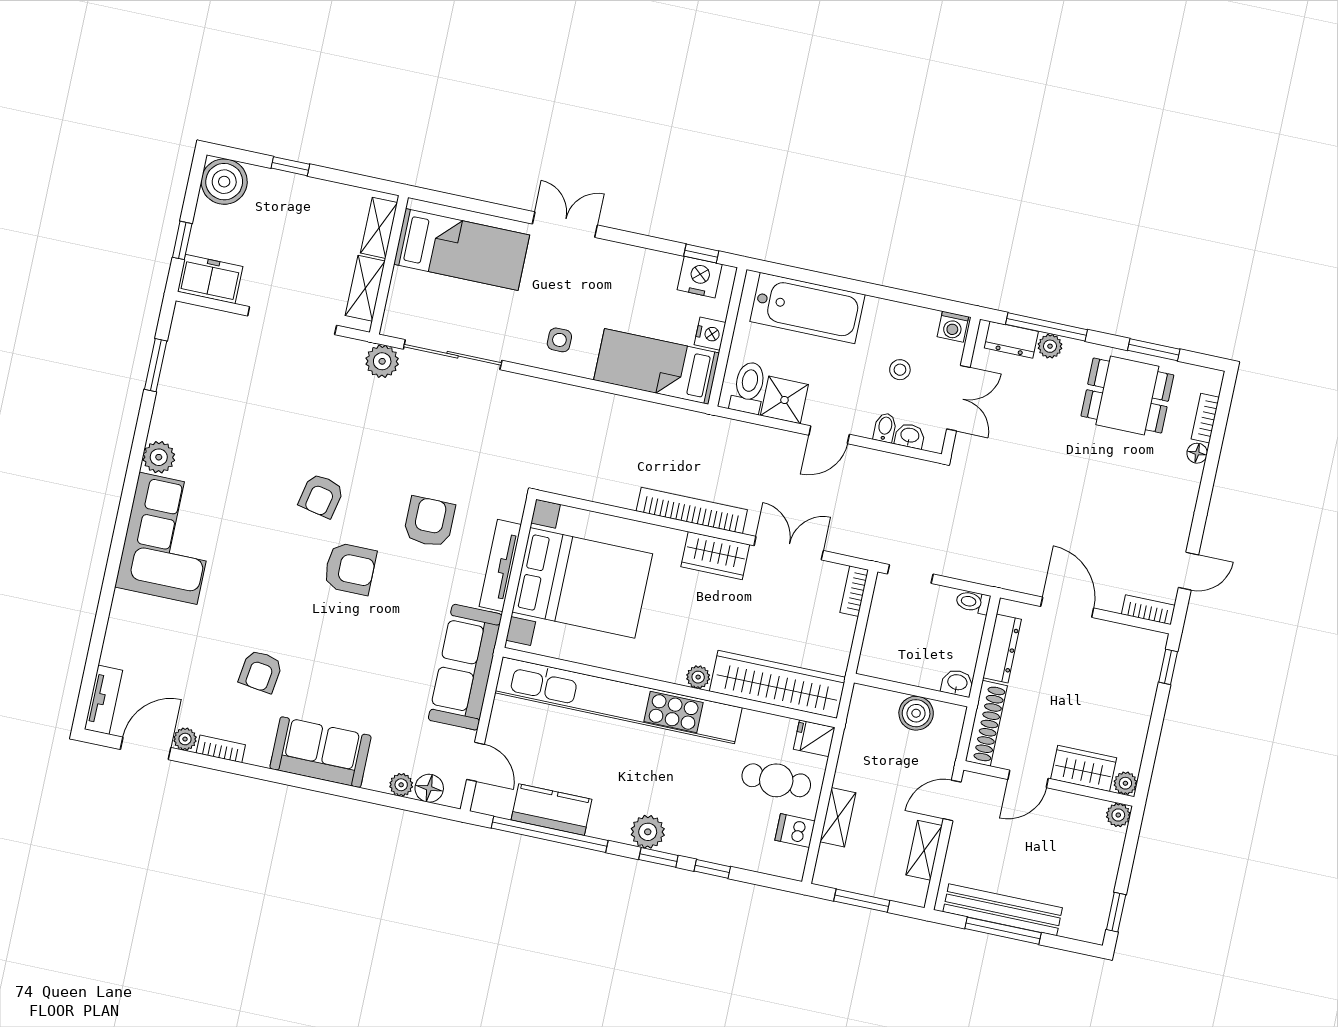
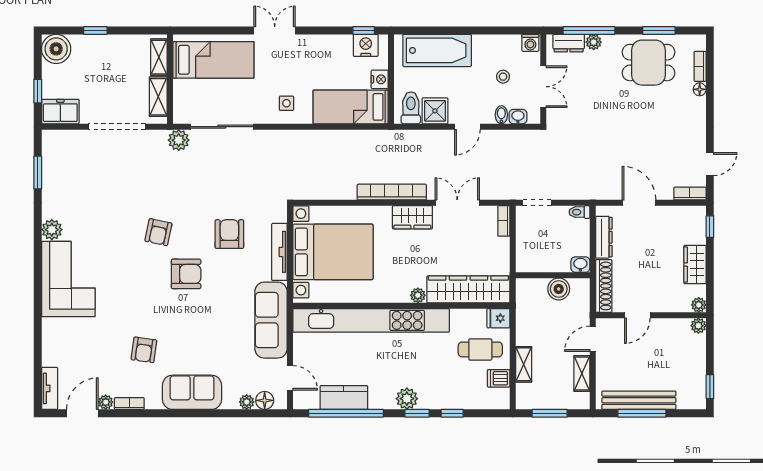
wardrobe: (1084, 768) -> (695, 265), moved, turned -90

